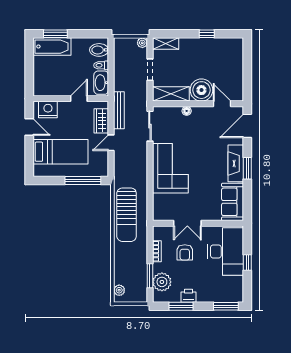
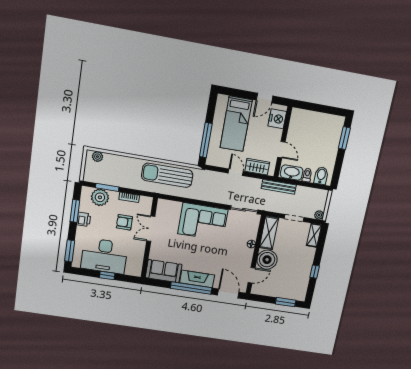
bathtub: (52, 47) -> (334, 133), removed
window: (247, 59) -> (286, 302), added
bench: (119, 110) -> (279, 187), moved
window: (247, 168) -> (191, 288), width x2.11
desk: (226, 251) -> (104, 256), moved

